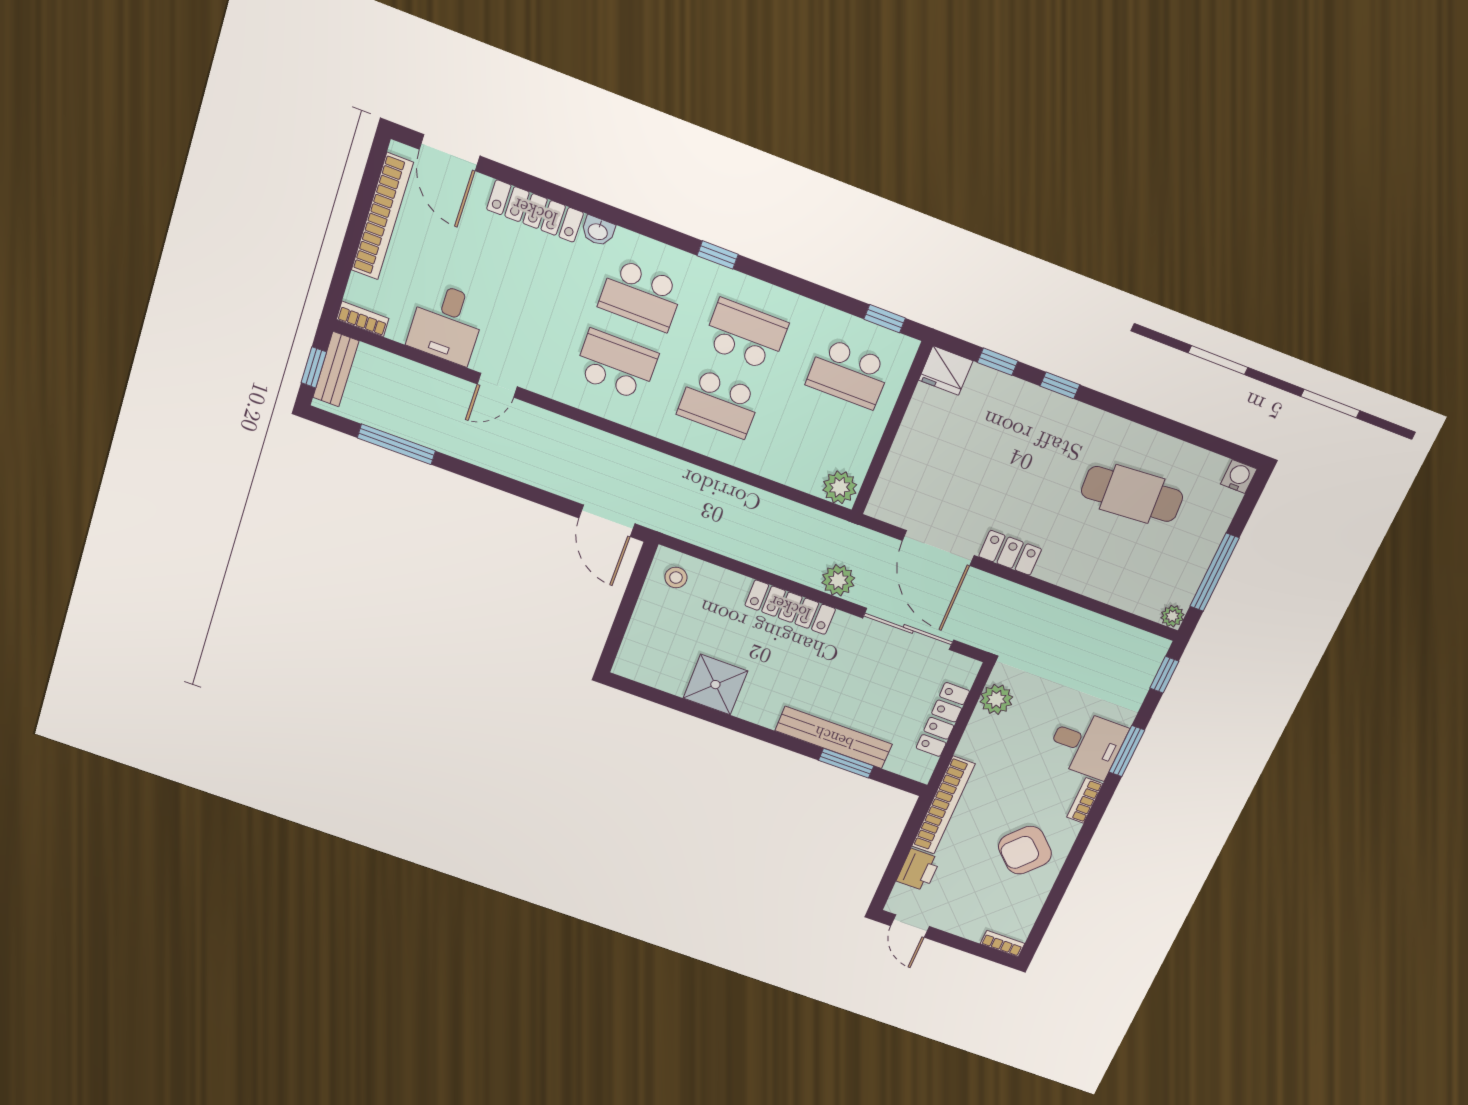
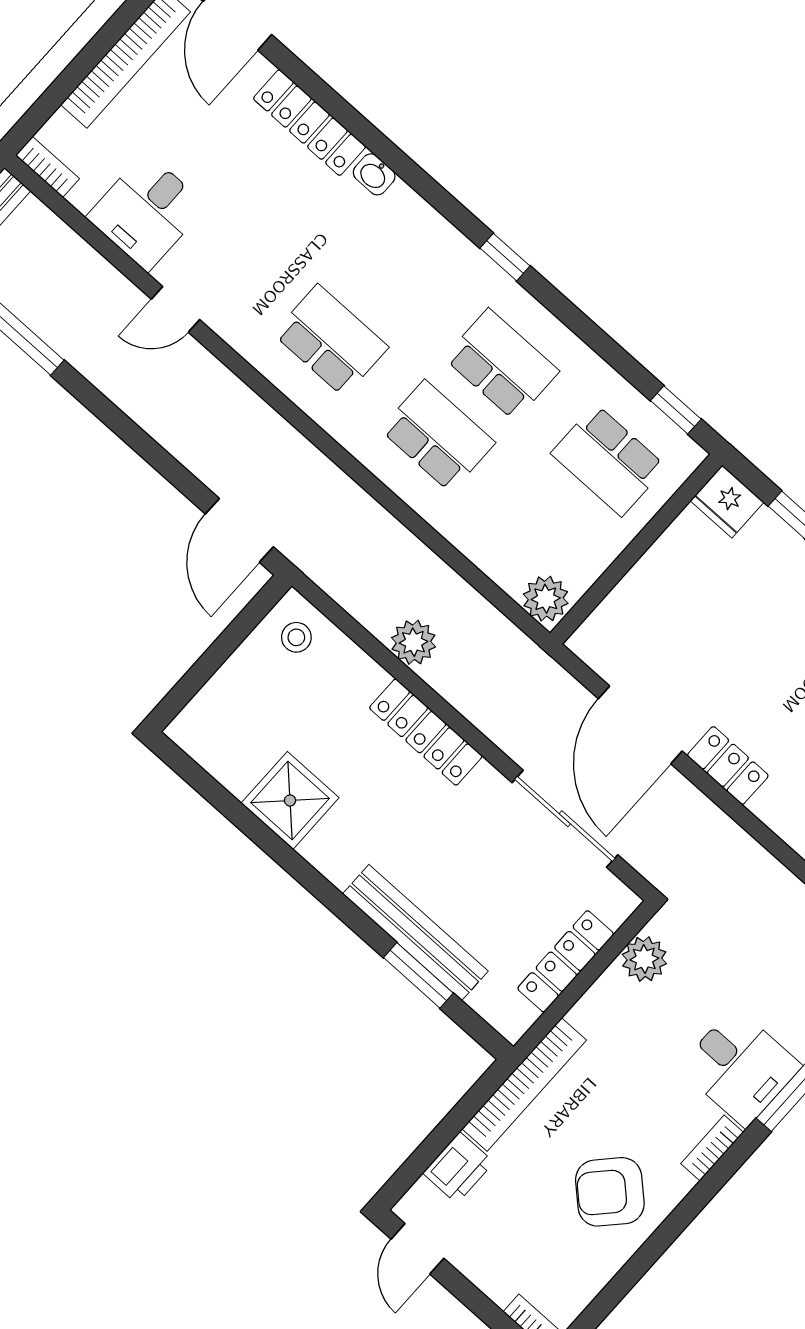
school desk: (641, 295) -> (395, 269), removed
school desk: (719, 403) -> (438, 436), turned 180
plant: (838, 580) -> (413, 642), moved

